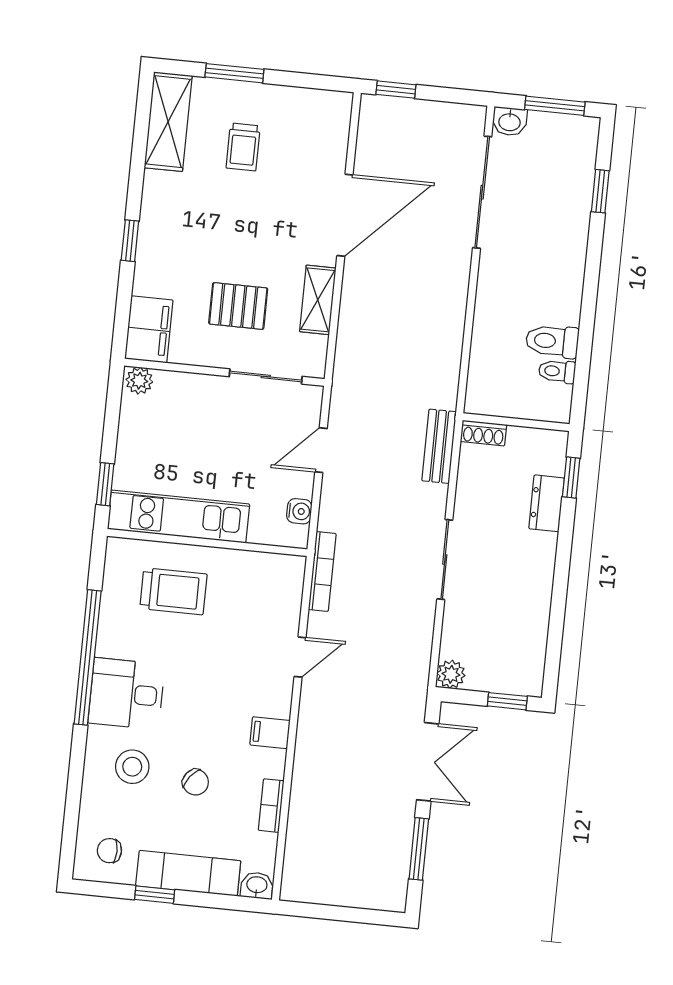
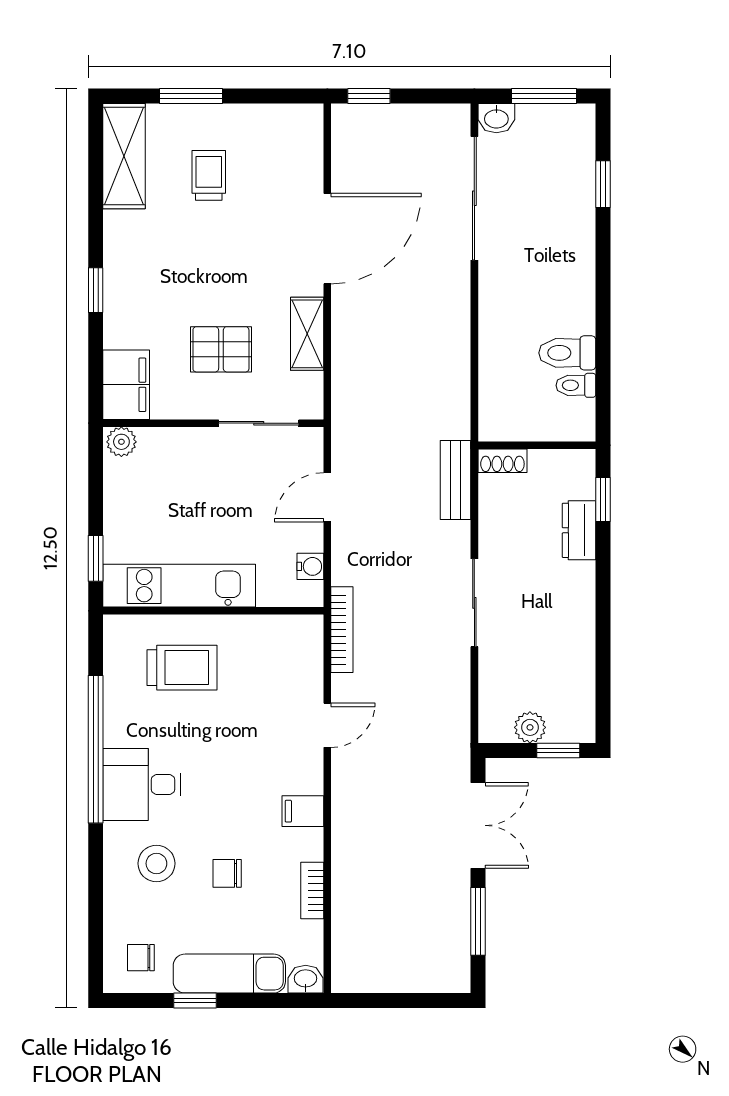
trolley: (243, 147) -> (209, 175), turned 180
plant: (451, 674) -> (530, 727), moved
chair: (196, 782) -> (227, 873), turned 142

